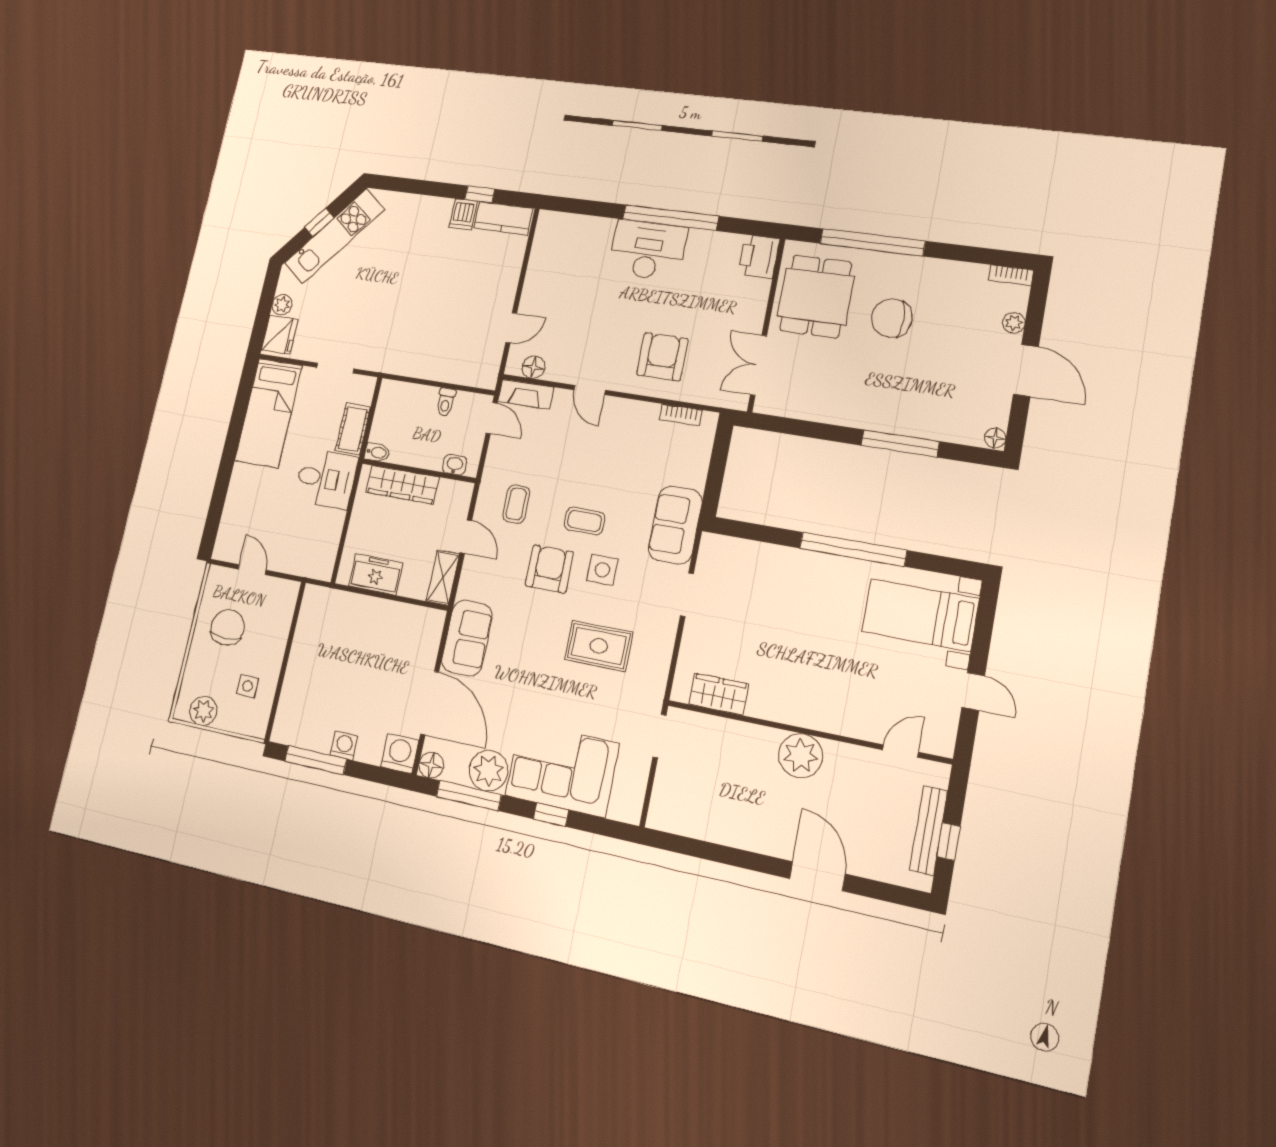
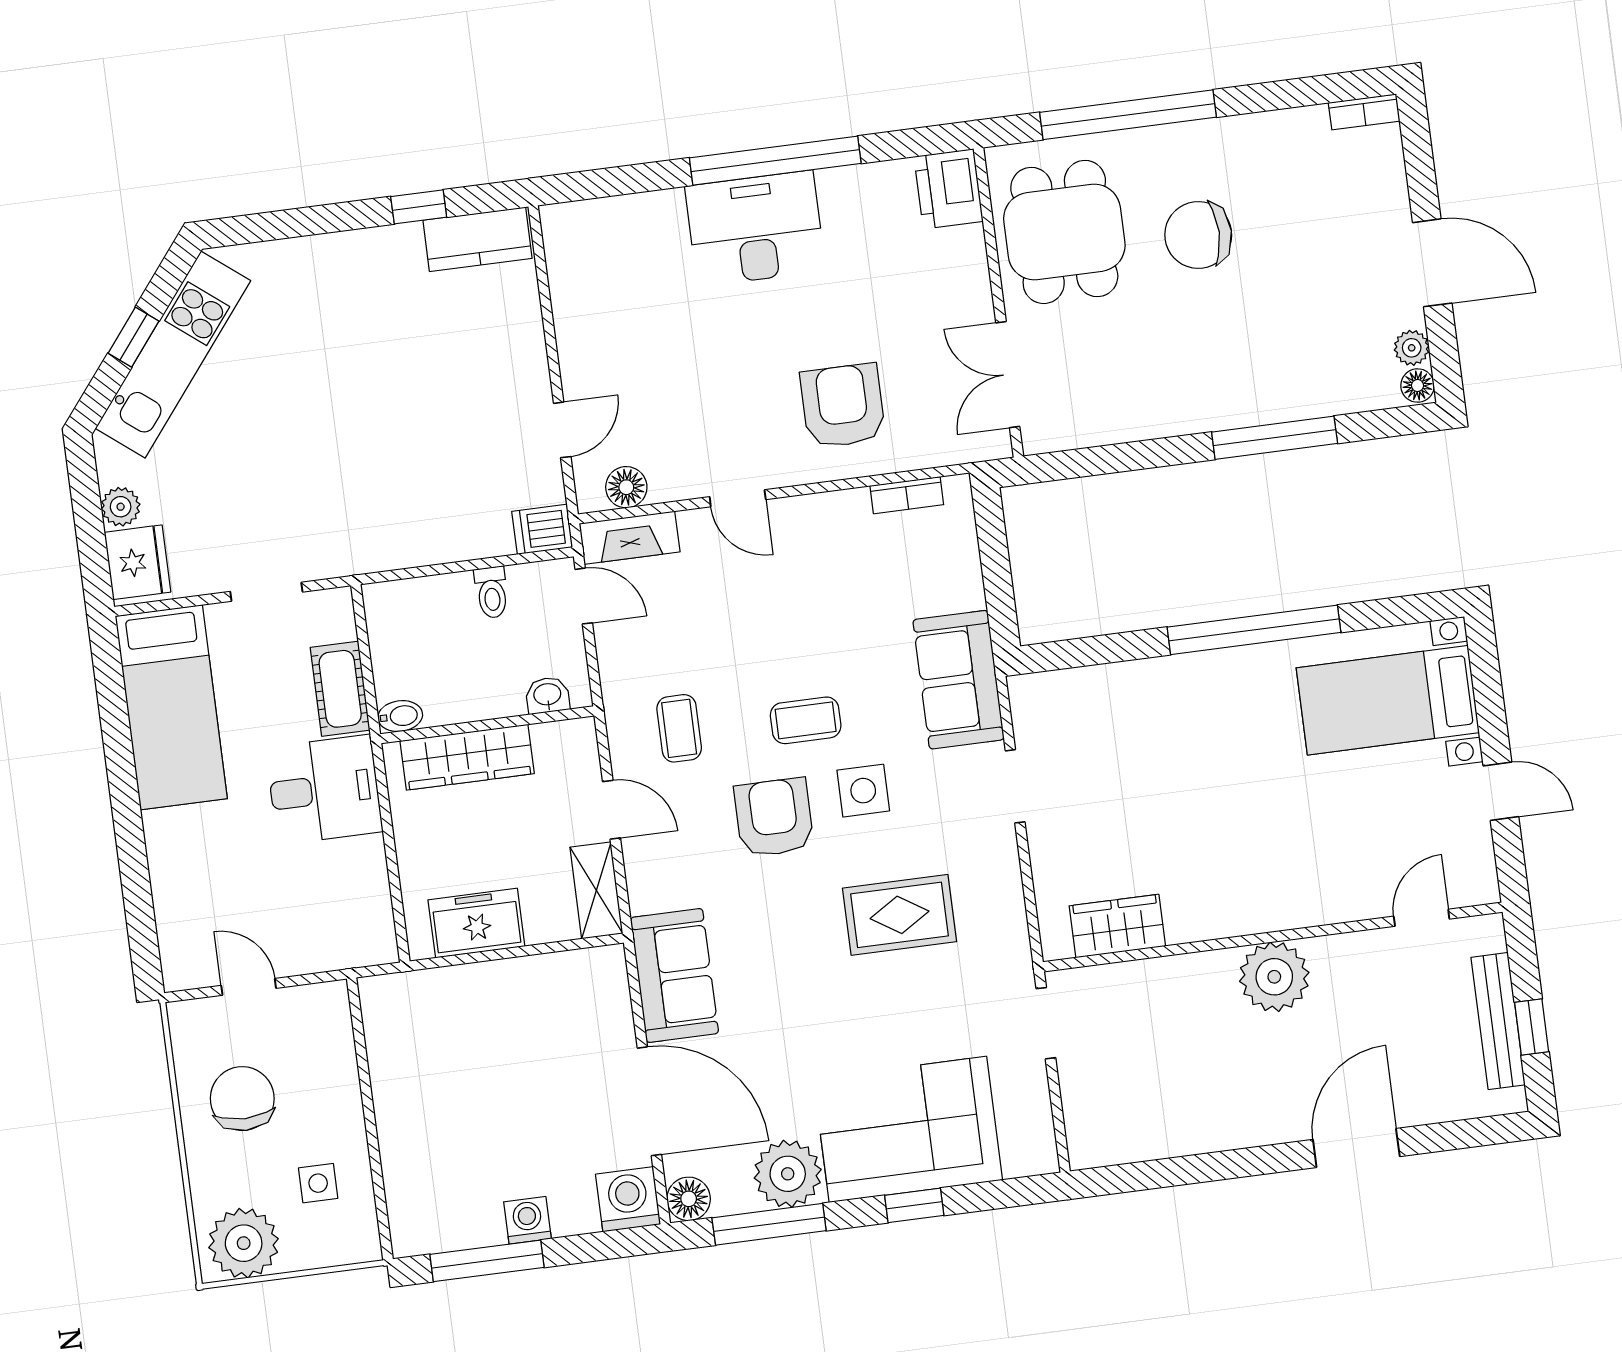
dishwasher: (463, 214) -> (542, 529), moved, turned 90
plant: (1014, 323) -> (1412, 348), moved
plant: (203, 711) -> (244, 1243), width x1.36, depth x1.36
door: (817, 876) -> (1356, 1148), hinge flipped

